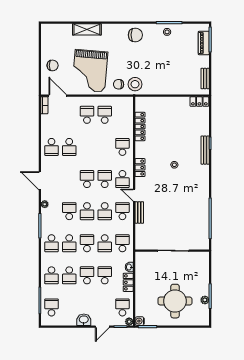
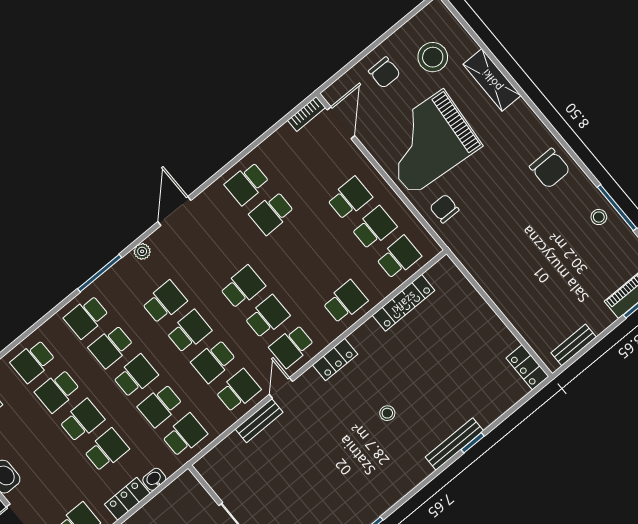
stool: (135, 84) -> (433, 57), moved
school desk: (122, 115) -> (399, 257), added
school desk: (87, 211) -> (189, 332), turned 180

